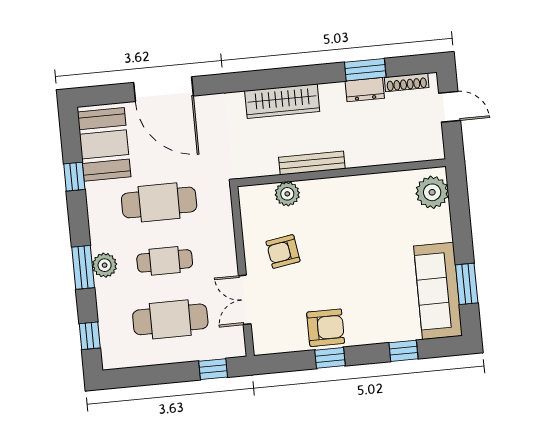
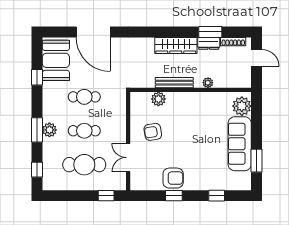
wardrobe: (282, 101) -> (176, 45), moved
plant: (370, 158) -> (208, 83), added
cafe table: (159, 202) -> (84, 97), width x0.73, depth x0.74
sofa: (438, 291) -> (240, 144), moved

